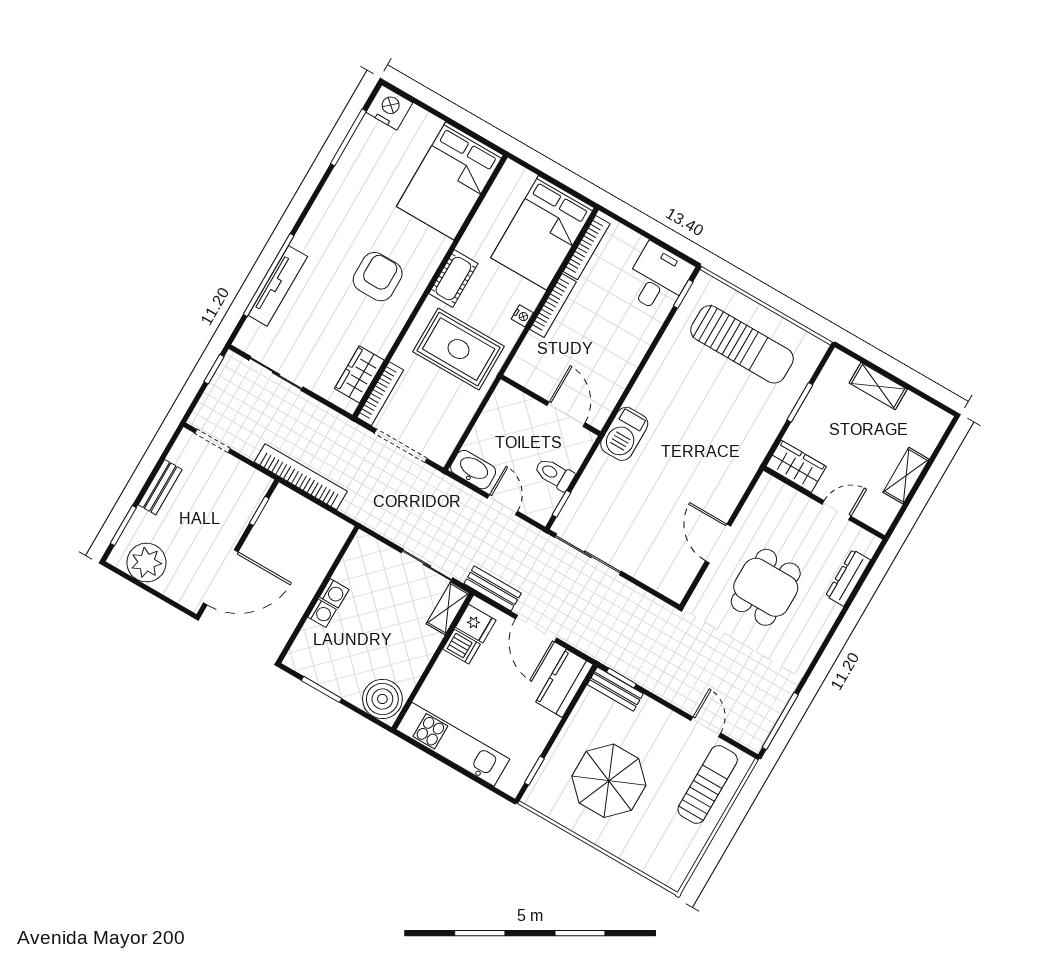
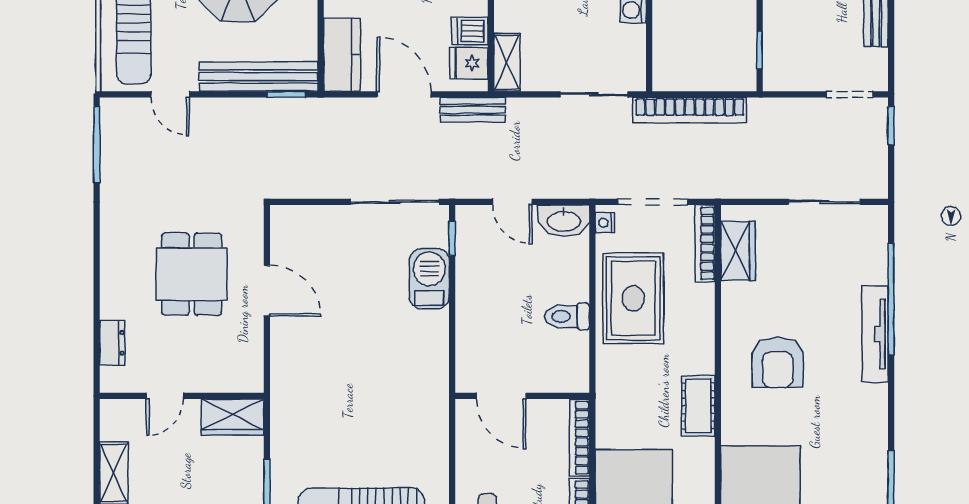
tv unit: (278, 286) -> (875, 334), moved
nightstand: (522, 316) -> (605, 223), moved
rug: (459, 349) -> (633, 298), moved, turned 90
window: (214, 369) -> (891, 126), moved
wall: (551, 405) -> (522, 396), moved
door: (566, 414) -> (501, 396), moved
barbecue: (624, 434) -> (429, 279), moved
toilet: (554, 474) -> (567, 316), moved, turned 180
bookcase: (301, 477) -> (690, 110), moved
sliding door: (427, 565) -> (594, 94), moved
dresser: (848, 578) -> (112, 343), width x0.70
bench: (615, 689) -> (258, 77), width x1.86, depth x1.21

